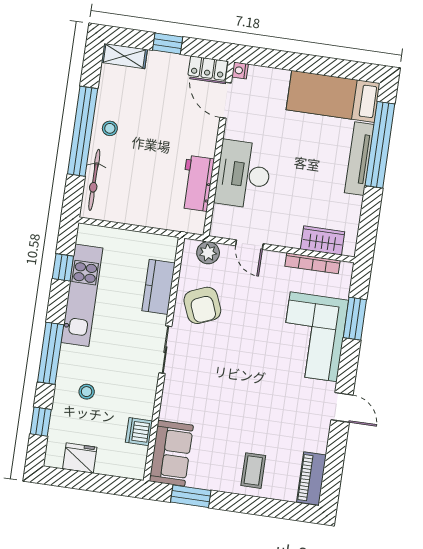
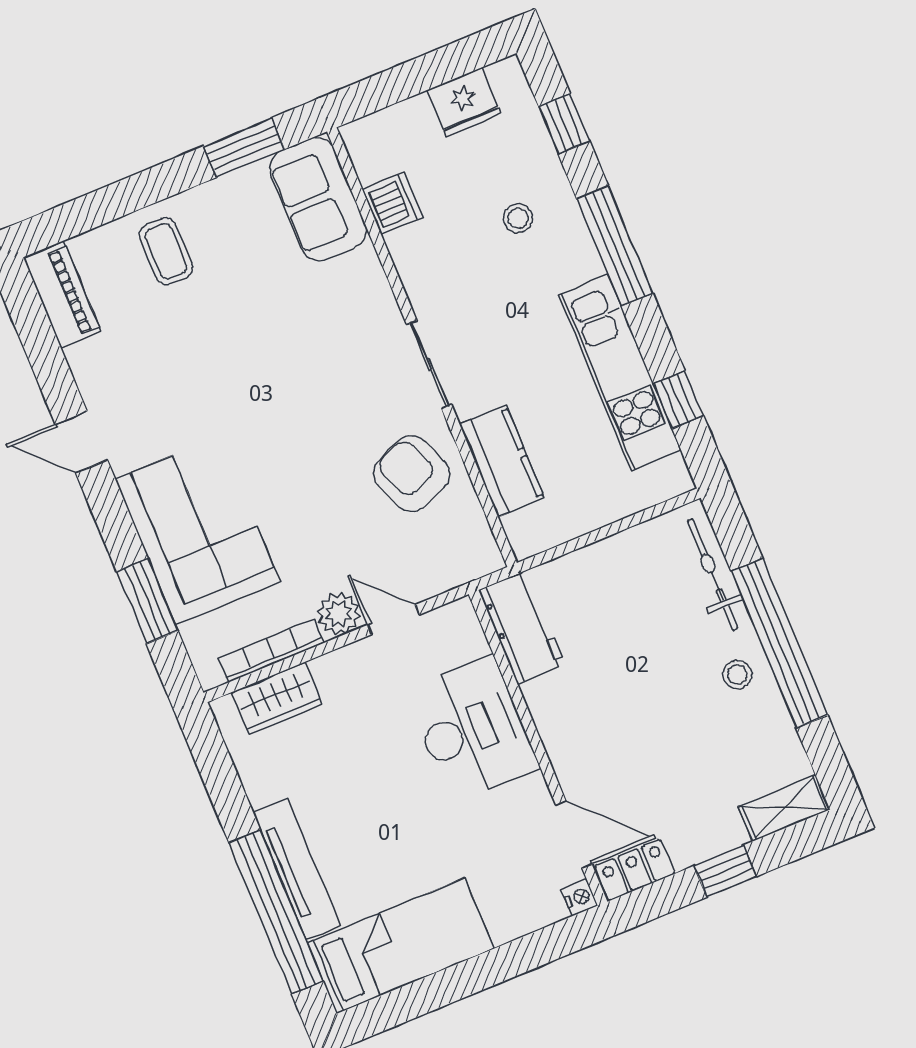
workbench: (197, 183) -> (522, 627), moved
plant: (208, 253) -> (339, 614), moved

